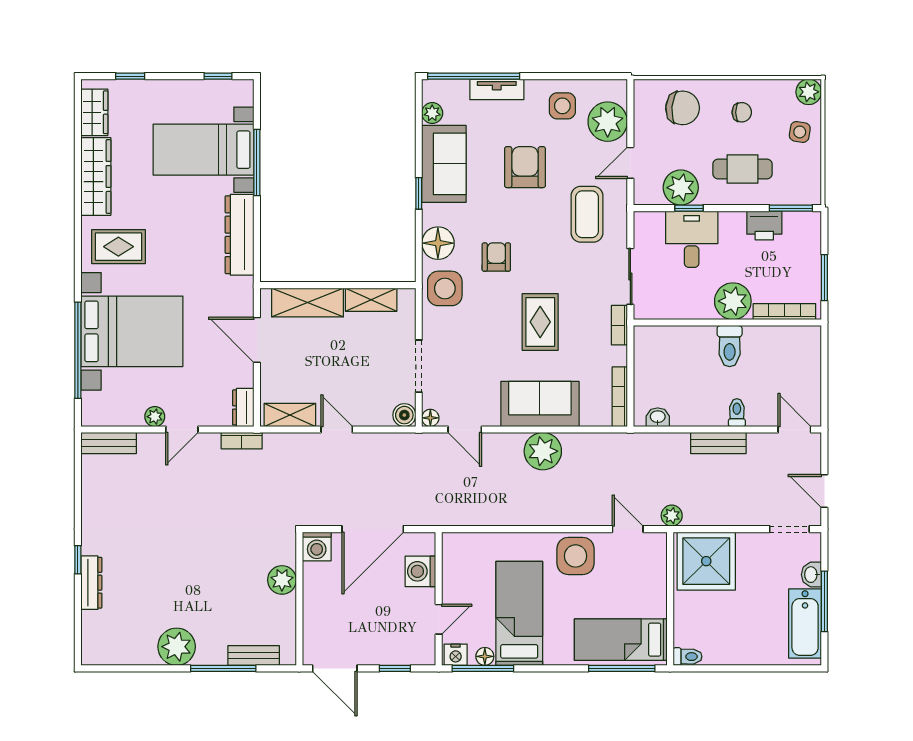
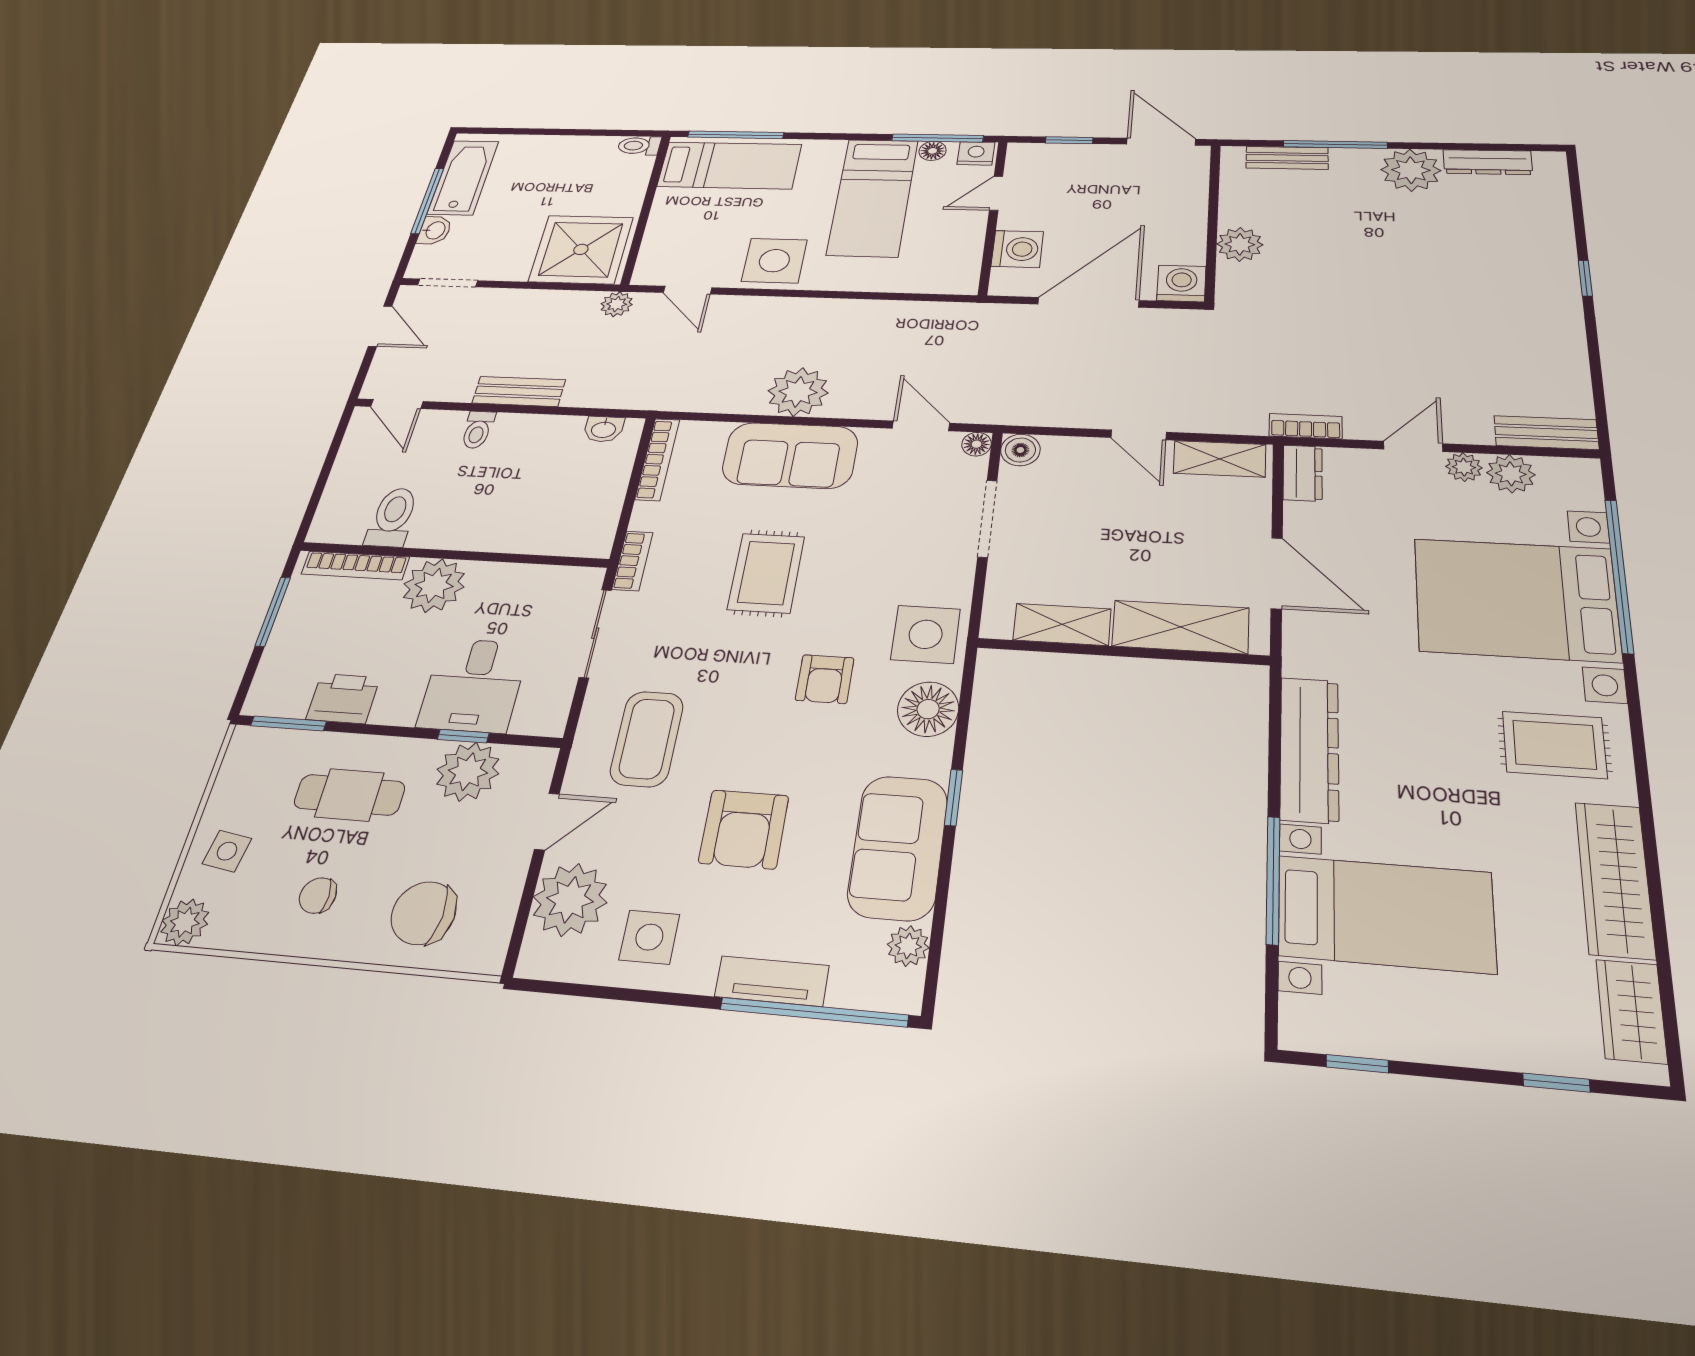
toilet: (730, 346) -> (393, 517), moved
plant: (130, 413) -> (1511, 474), added
dresser: (91, 583) -> (1488, 162), moved, turned -90

